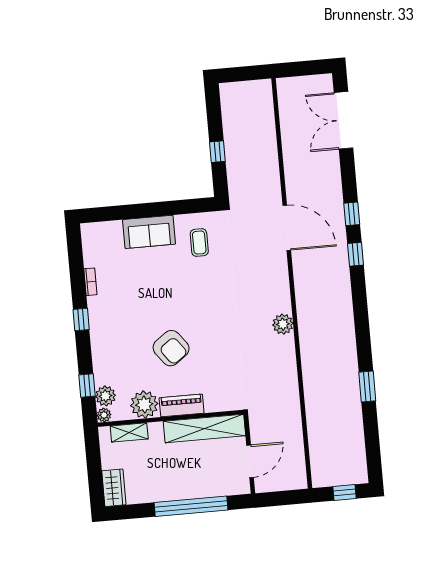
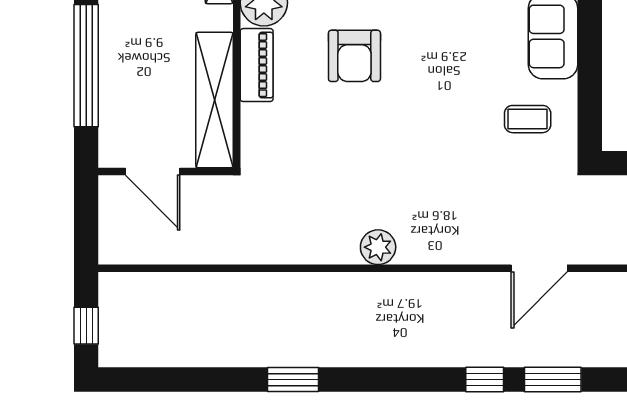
window: (352, 214) -> (553, 380), width x1.50
door: (287, 228) -> (539, 268), width x0.73
armchair: (171, 348) -> (354, 56), turned -53
window: (367, 386) -> (293, 380), moved

